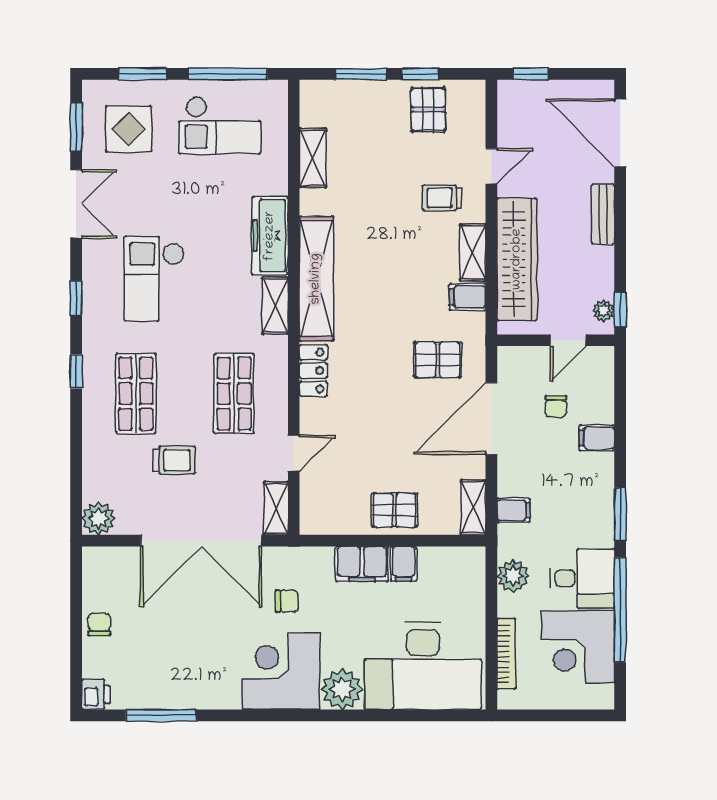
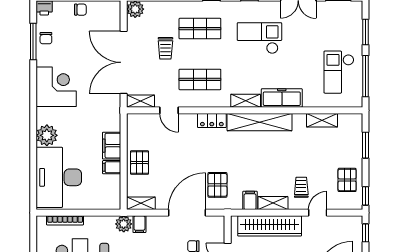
window: (420, 74) -> (365, 196), moved
pallet: (428, 109) -> (347, 180), turned 90
display table: (129, 129) -> (337, 25), removed
door: (491, 166) -> (318, 213), swing flipped
door: (491, 419) -> (187, 213), hinge flipped
plant: (513, 576) -> (124, 224), moved
chair: (287, 601) -> (46, 38), moved
corner desk: (281, 671) -> (56, 87), moved

